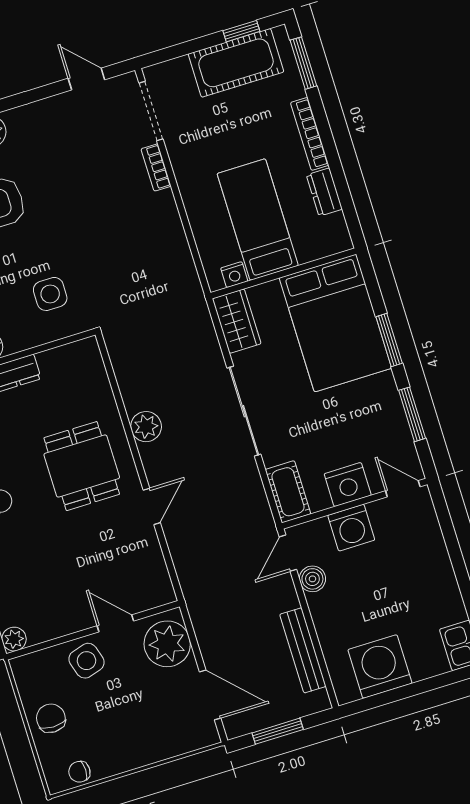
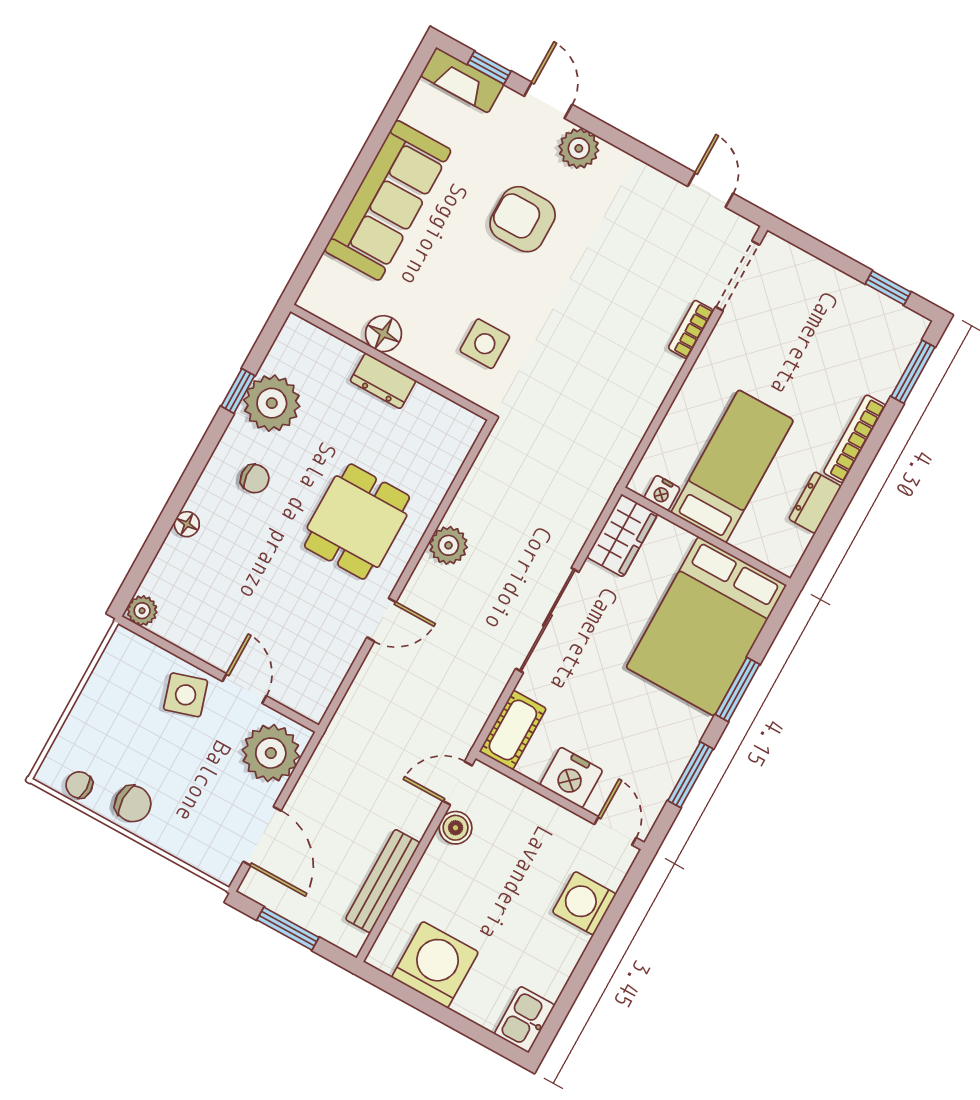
cot: (236, 63) -> (855, 311), removed
washing machine: (351, 528) -> (584, 903), moved, turned 90
chair: (51, 718) -> (133, 804), moved, turned 90

